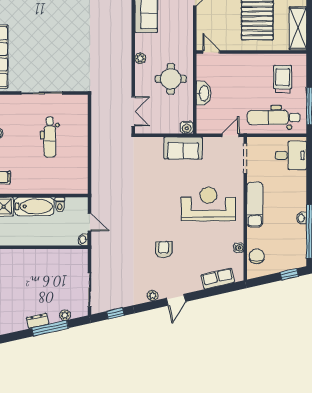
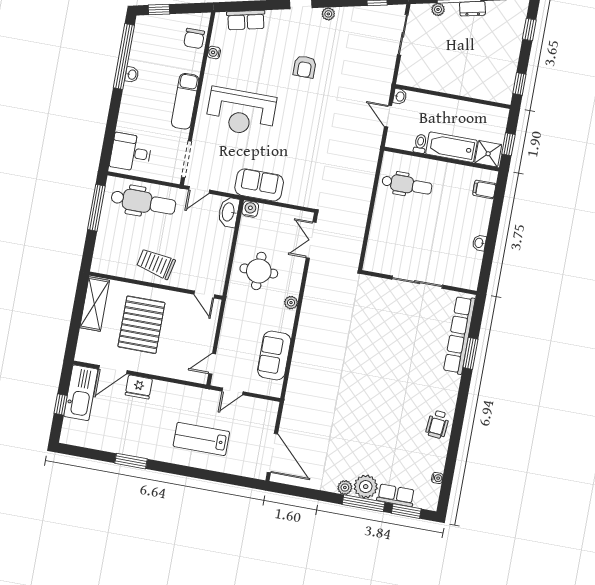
trolley: (283, 79) -> (156, 264), moved, turned 102
washbasin: (204, 93) -> (229, 212), moved
dental chair: (50, 137) -> (407, 185), moved, turned 90

